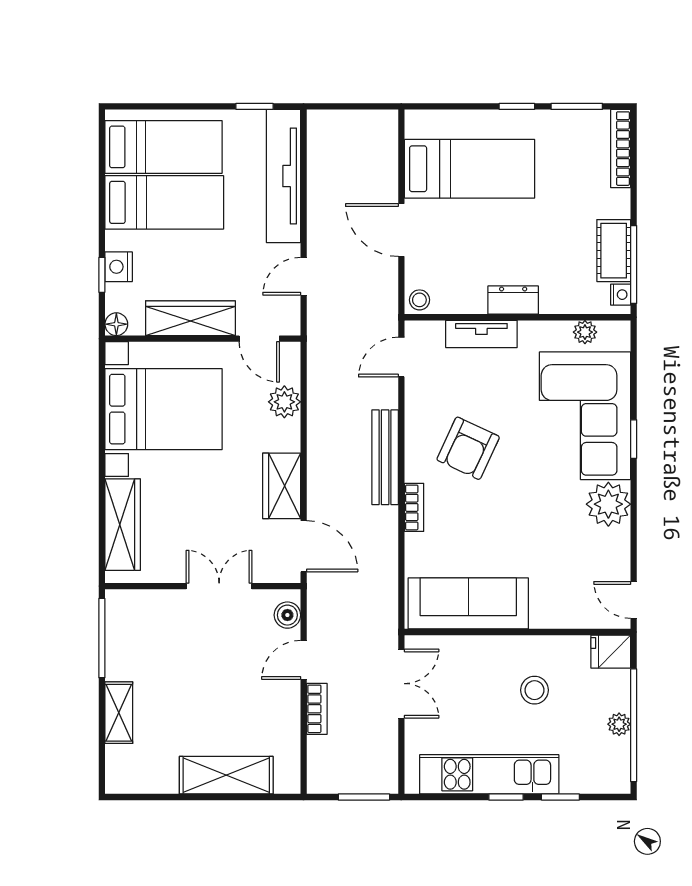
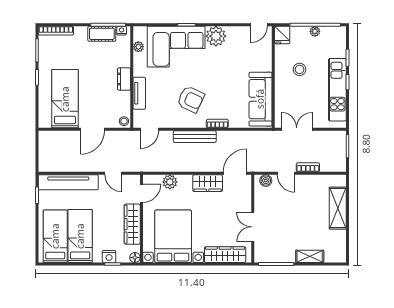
door: (401, 357) -> (150, 129), hinge flipped
double door: (219, 586) -> (253, 227), moved

